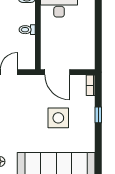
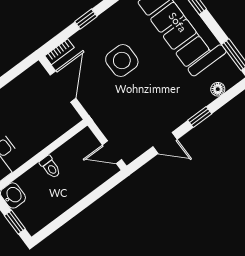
door: (57, 72) -> (63, 87), moved

